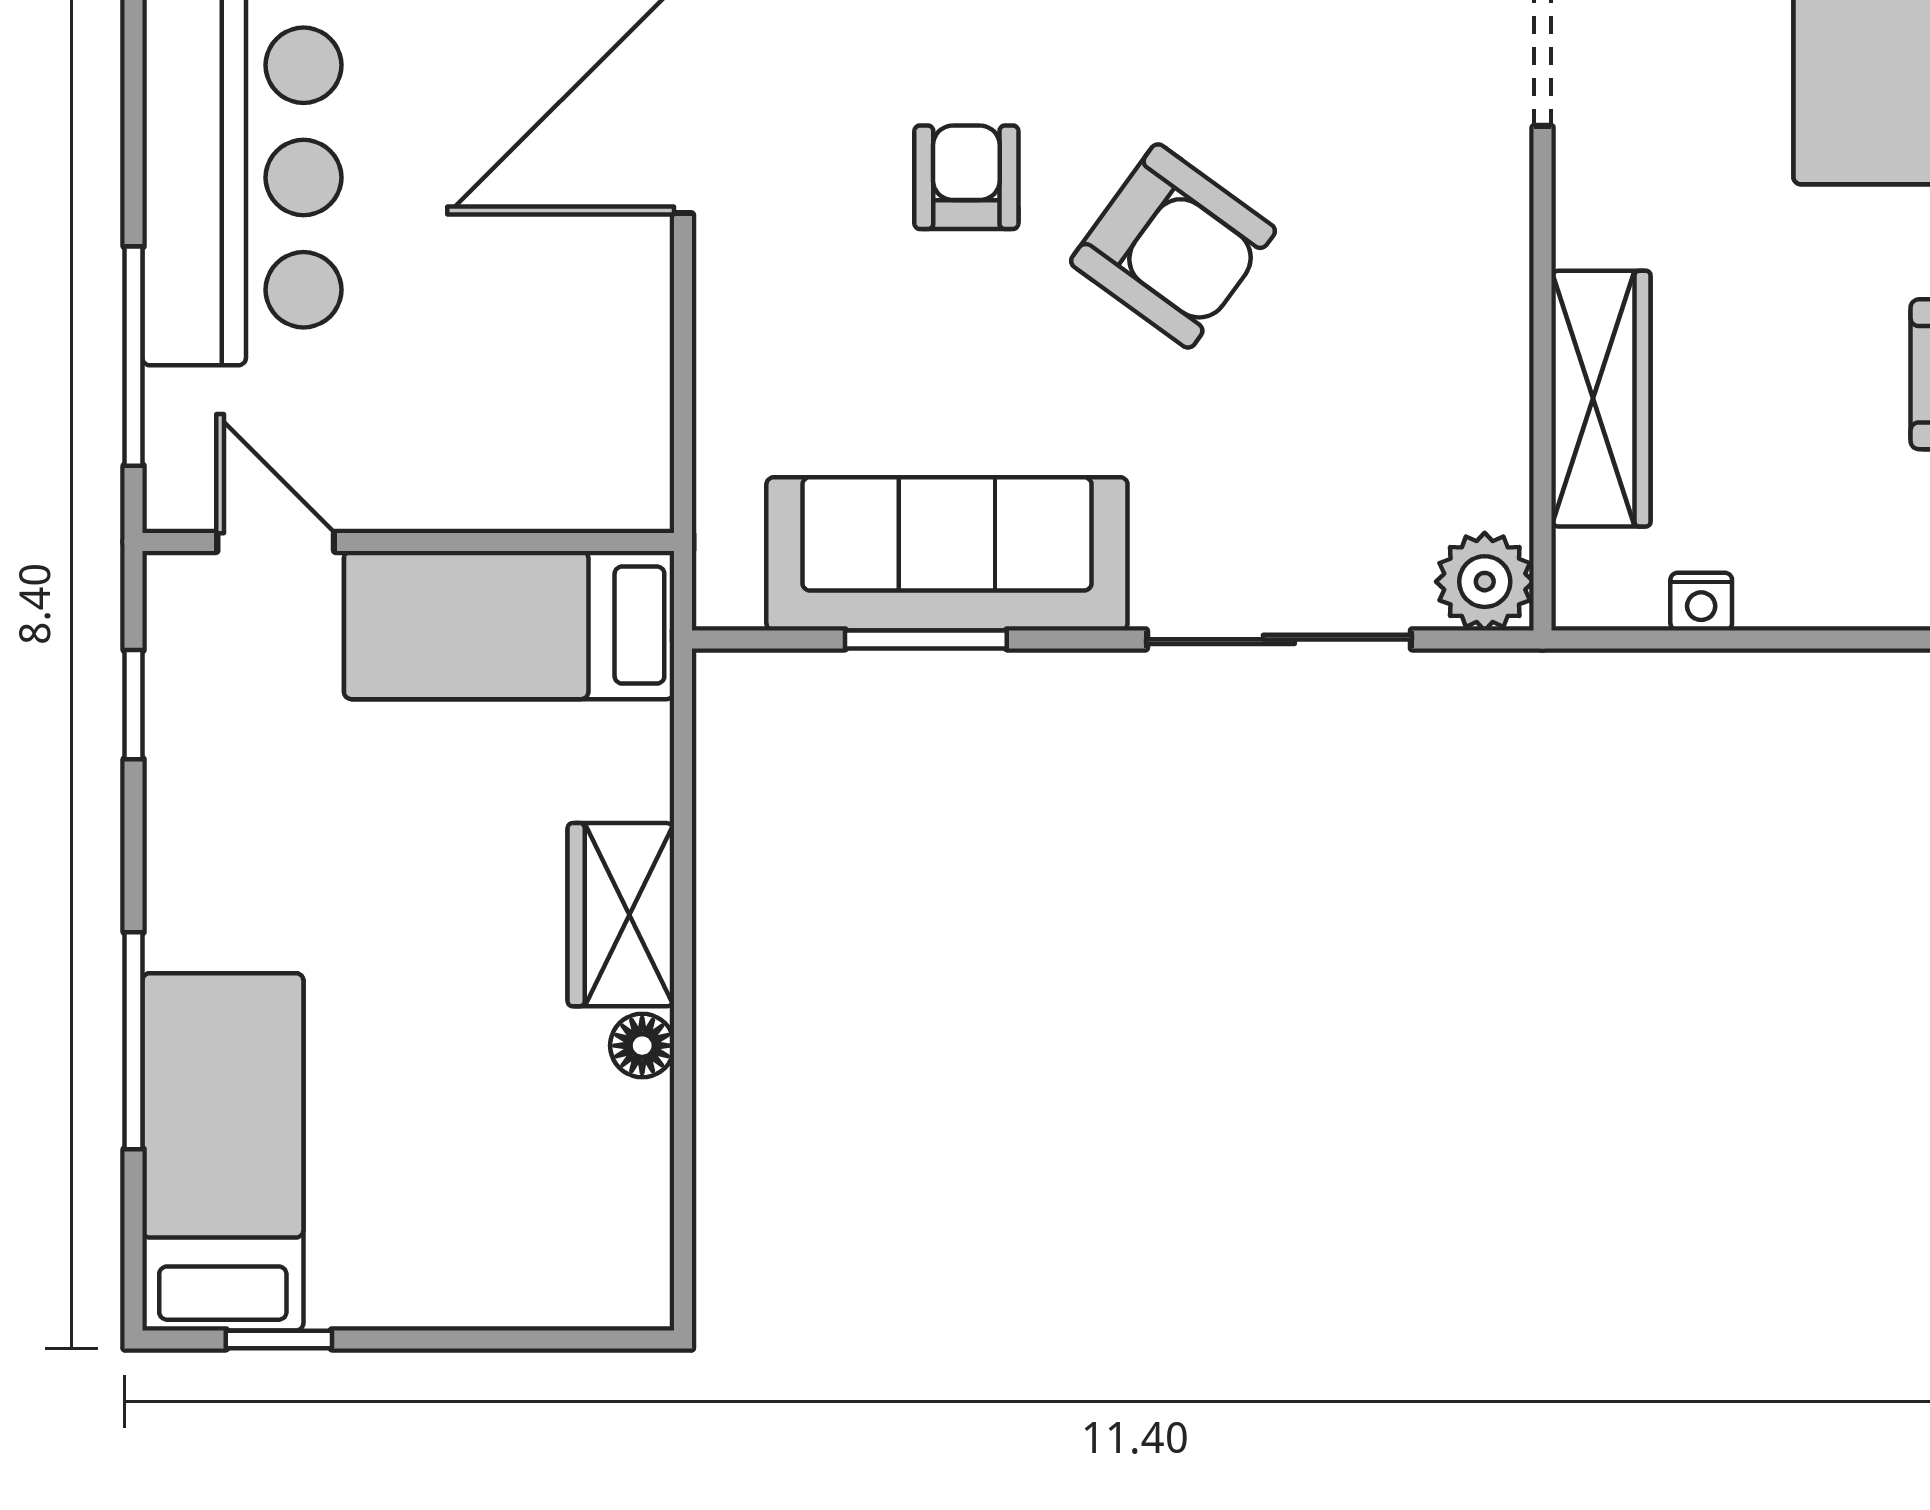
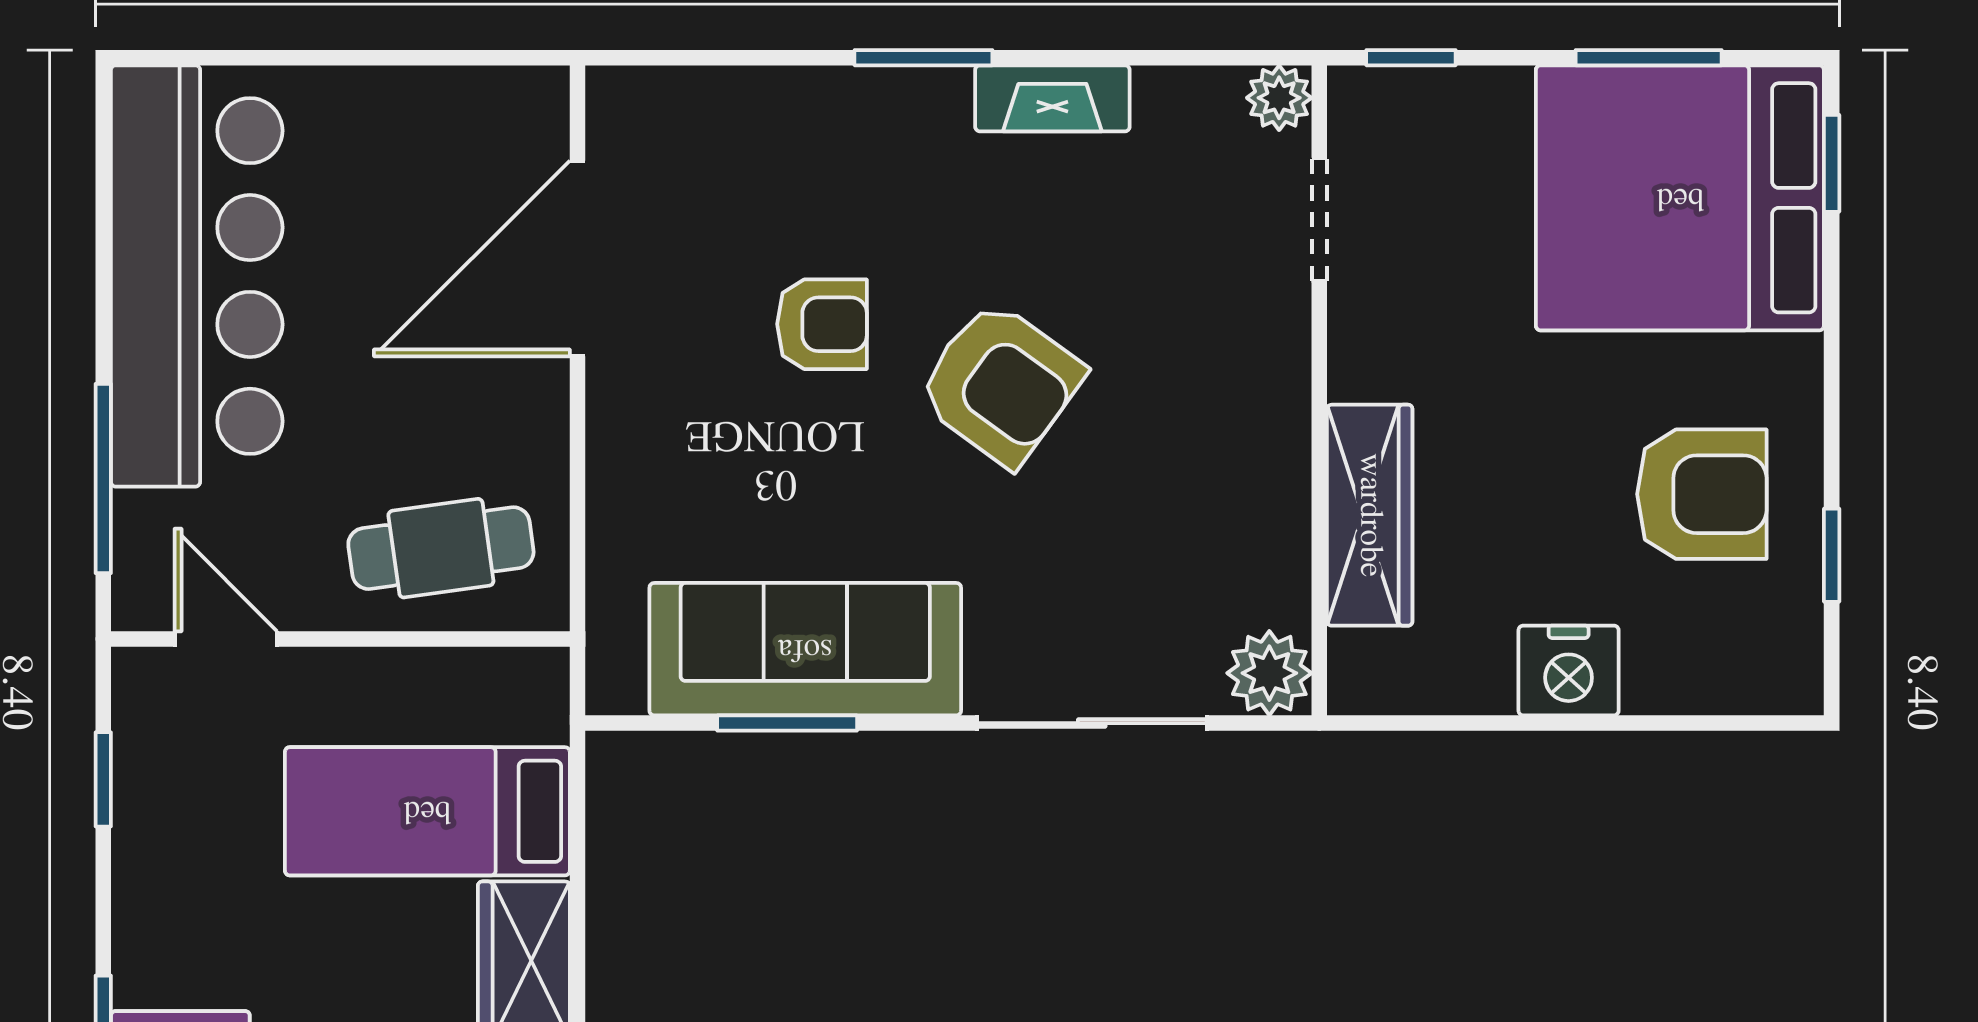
armchair: (966, 177) -> (822, 324), turned 90
cafe table: (525, 437) -> (441, 548), added
nightstand: (1701, 602) -> (1569, 670), moved, width x1.89, depth x1.79
bed: (509, 625) -> (427, 811), moved

